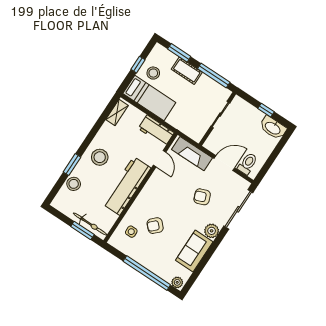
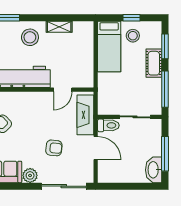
window: (266, 110) -> (165, 154), width x2.17
shelving: (117, 112) -> (59, 27), moved
workbench: (156, 131) -> (85, 71), removed
toilet: (248, 164) -> (108, 125), moved
armchair: (202, 197) -> (54, 148), turned 117

